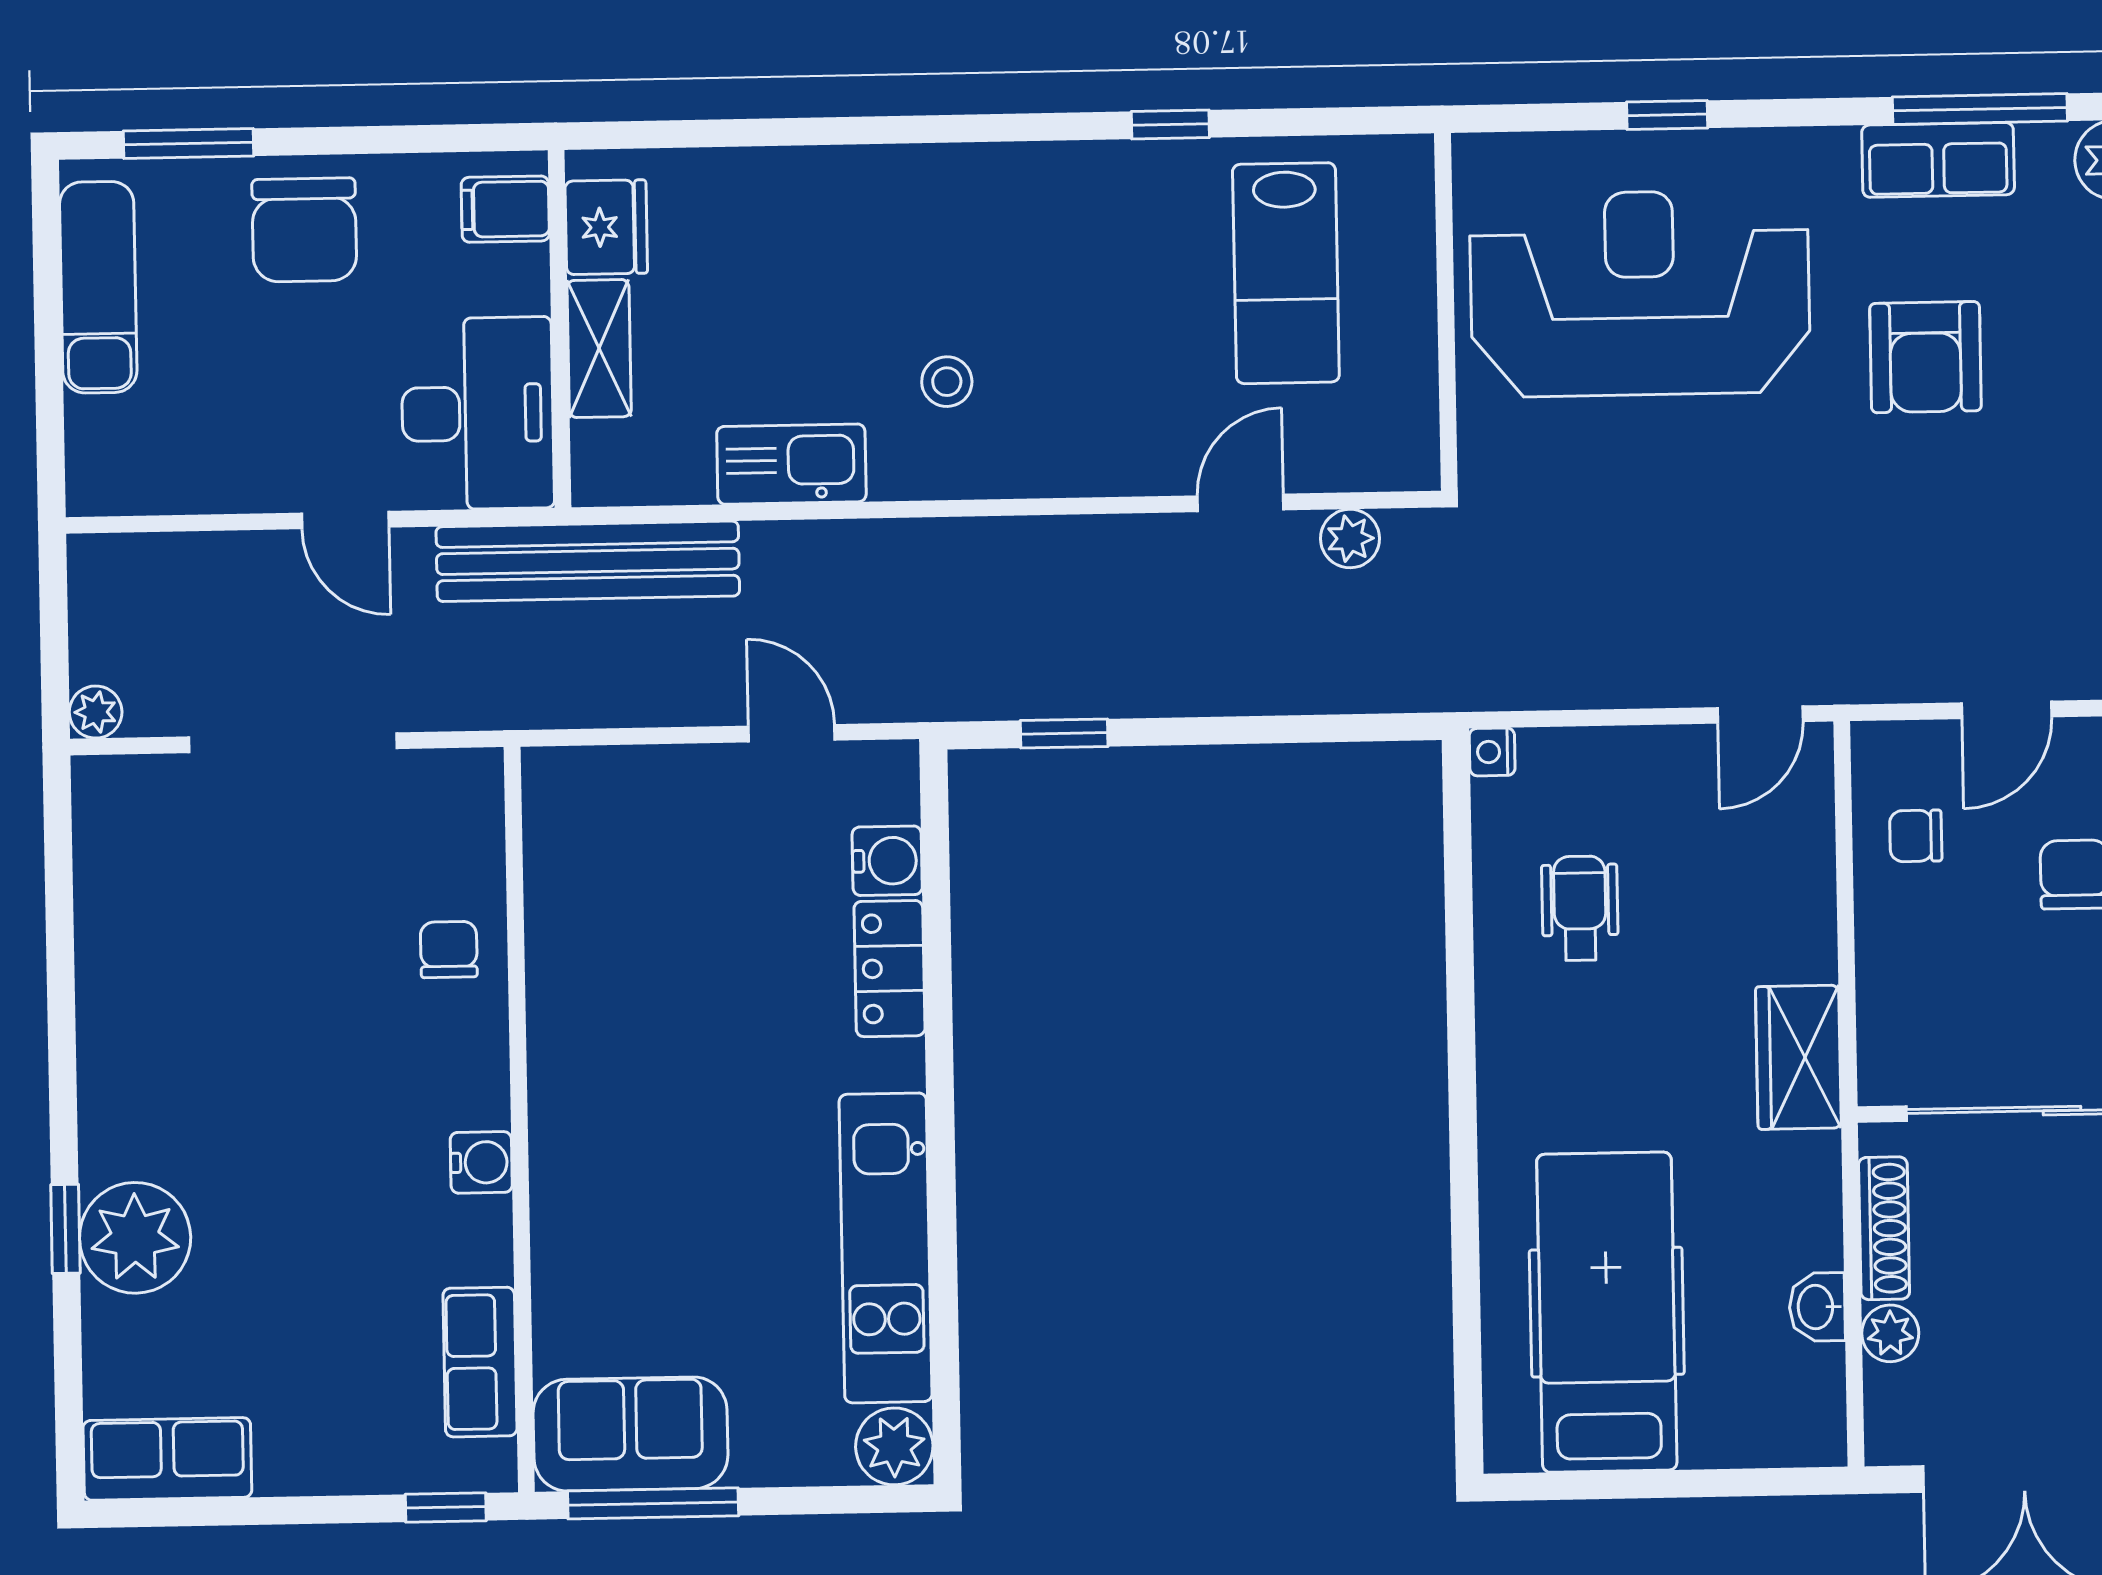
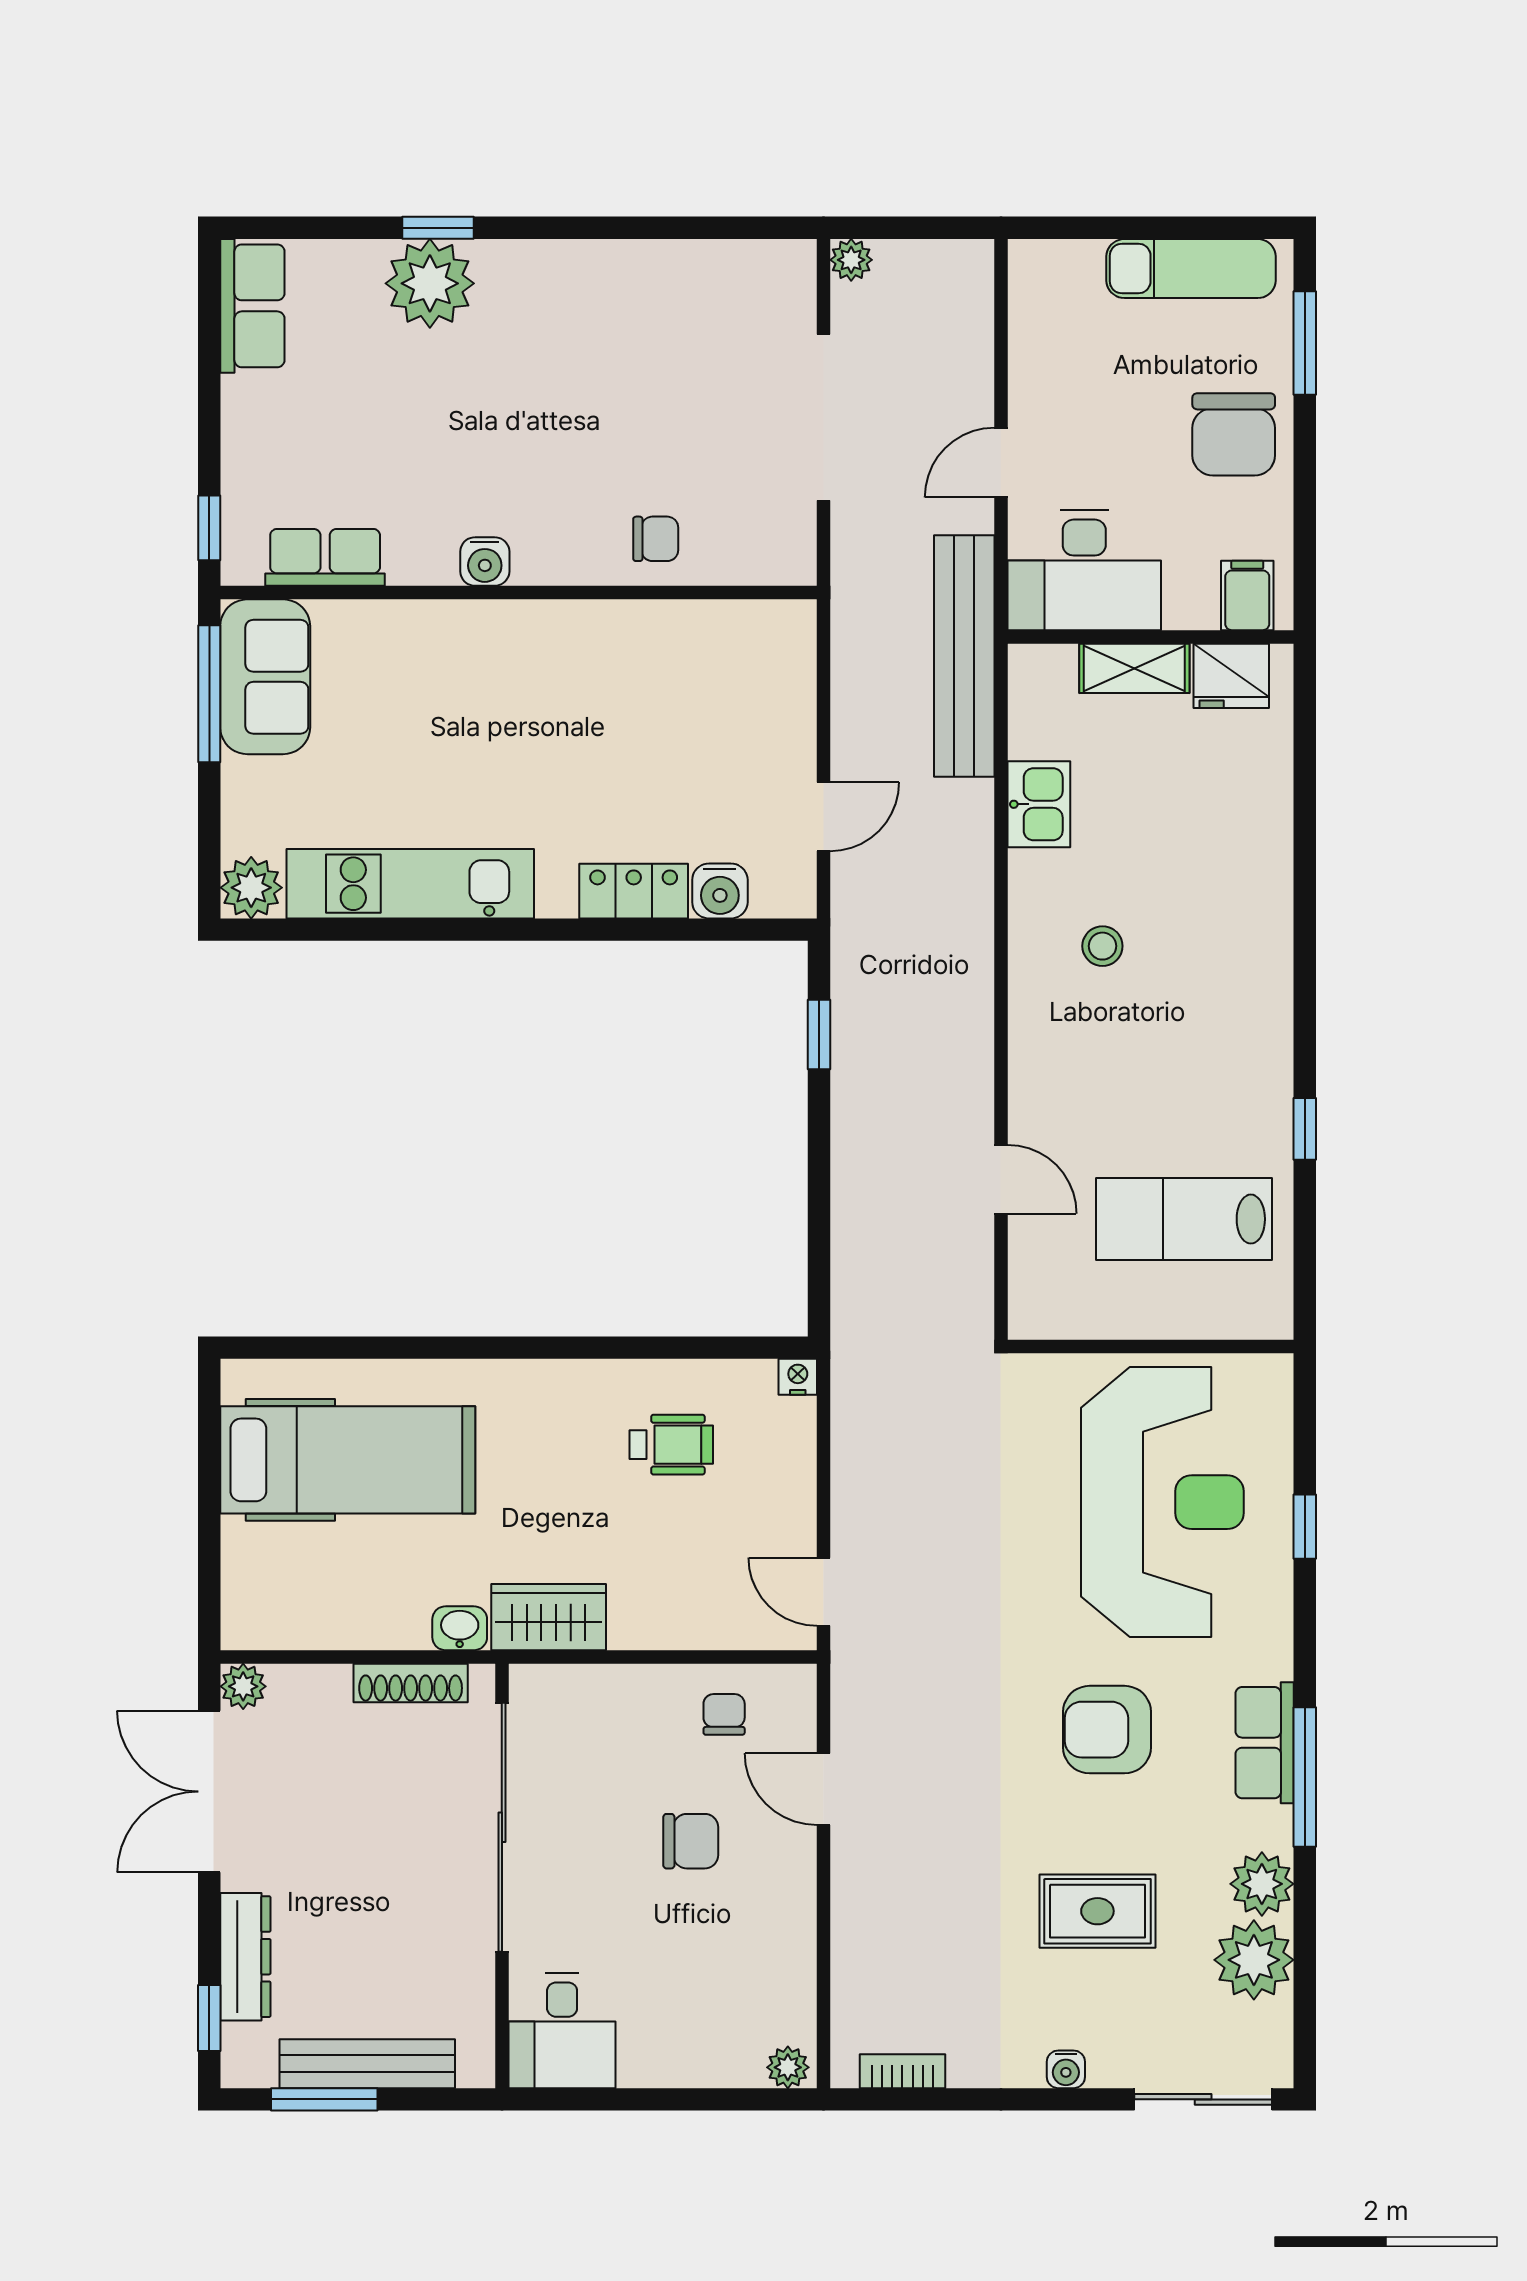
chair: (304, 230) -> (1234, 434), turned -90
kitchen sink: (791, 464) -> (1039, 804), width x0.73
plant: (1350, 538) -> (971, 1266), removed
washbasin: (1817, 1307) -> (460, 1628), moved
plant: (1890, 1333) -> (243, 1686), moved

